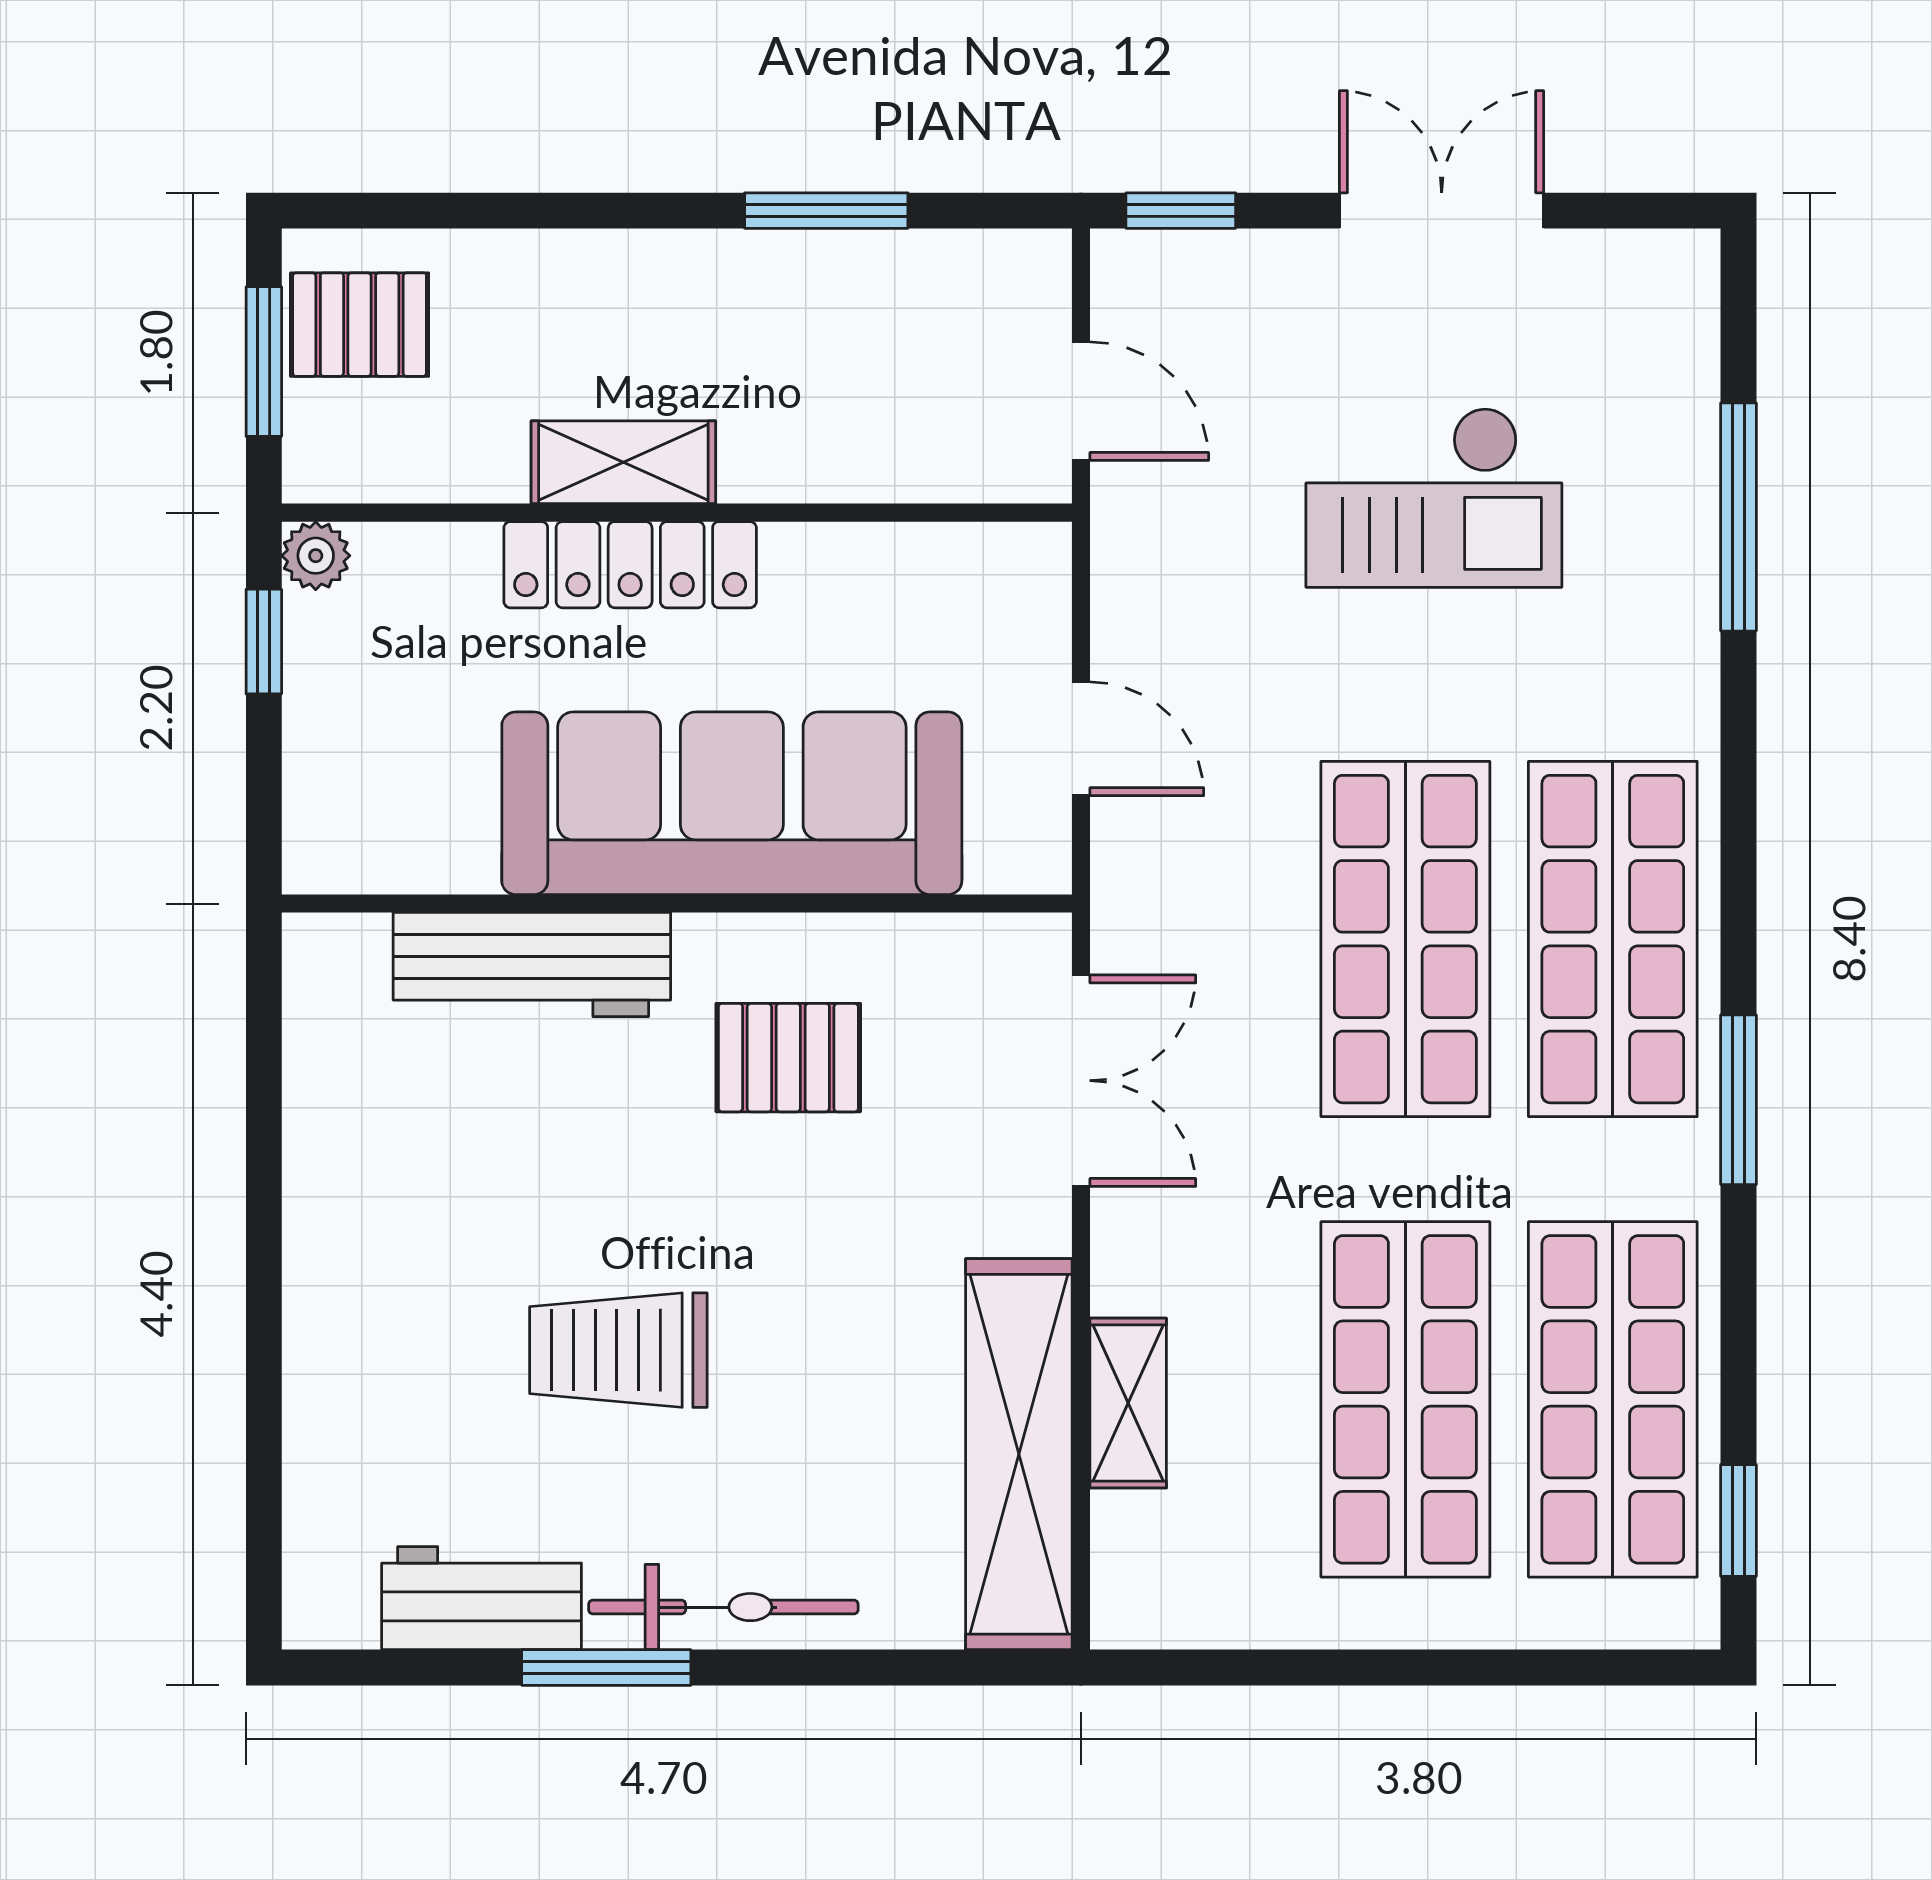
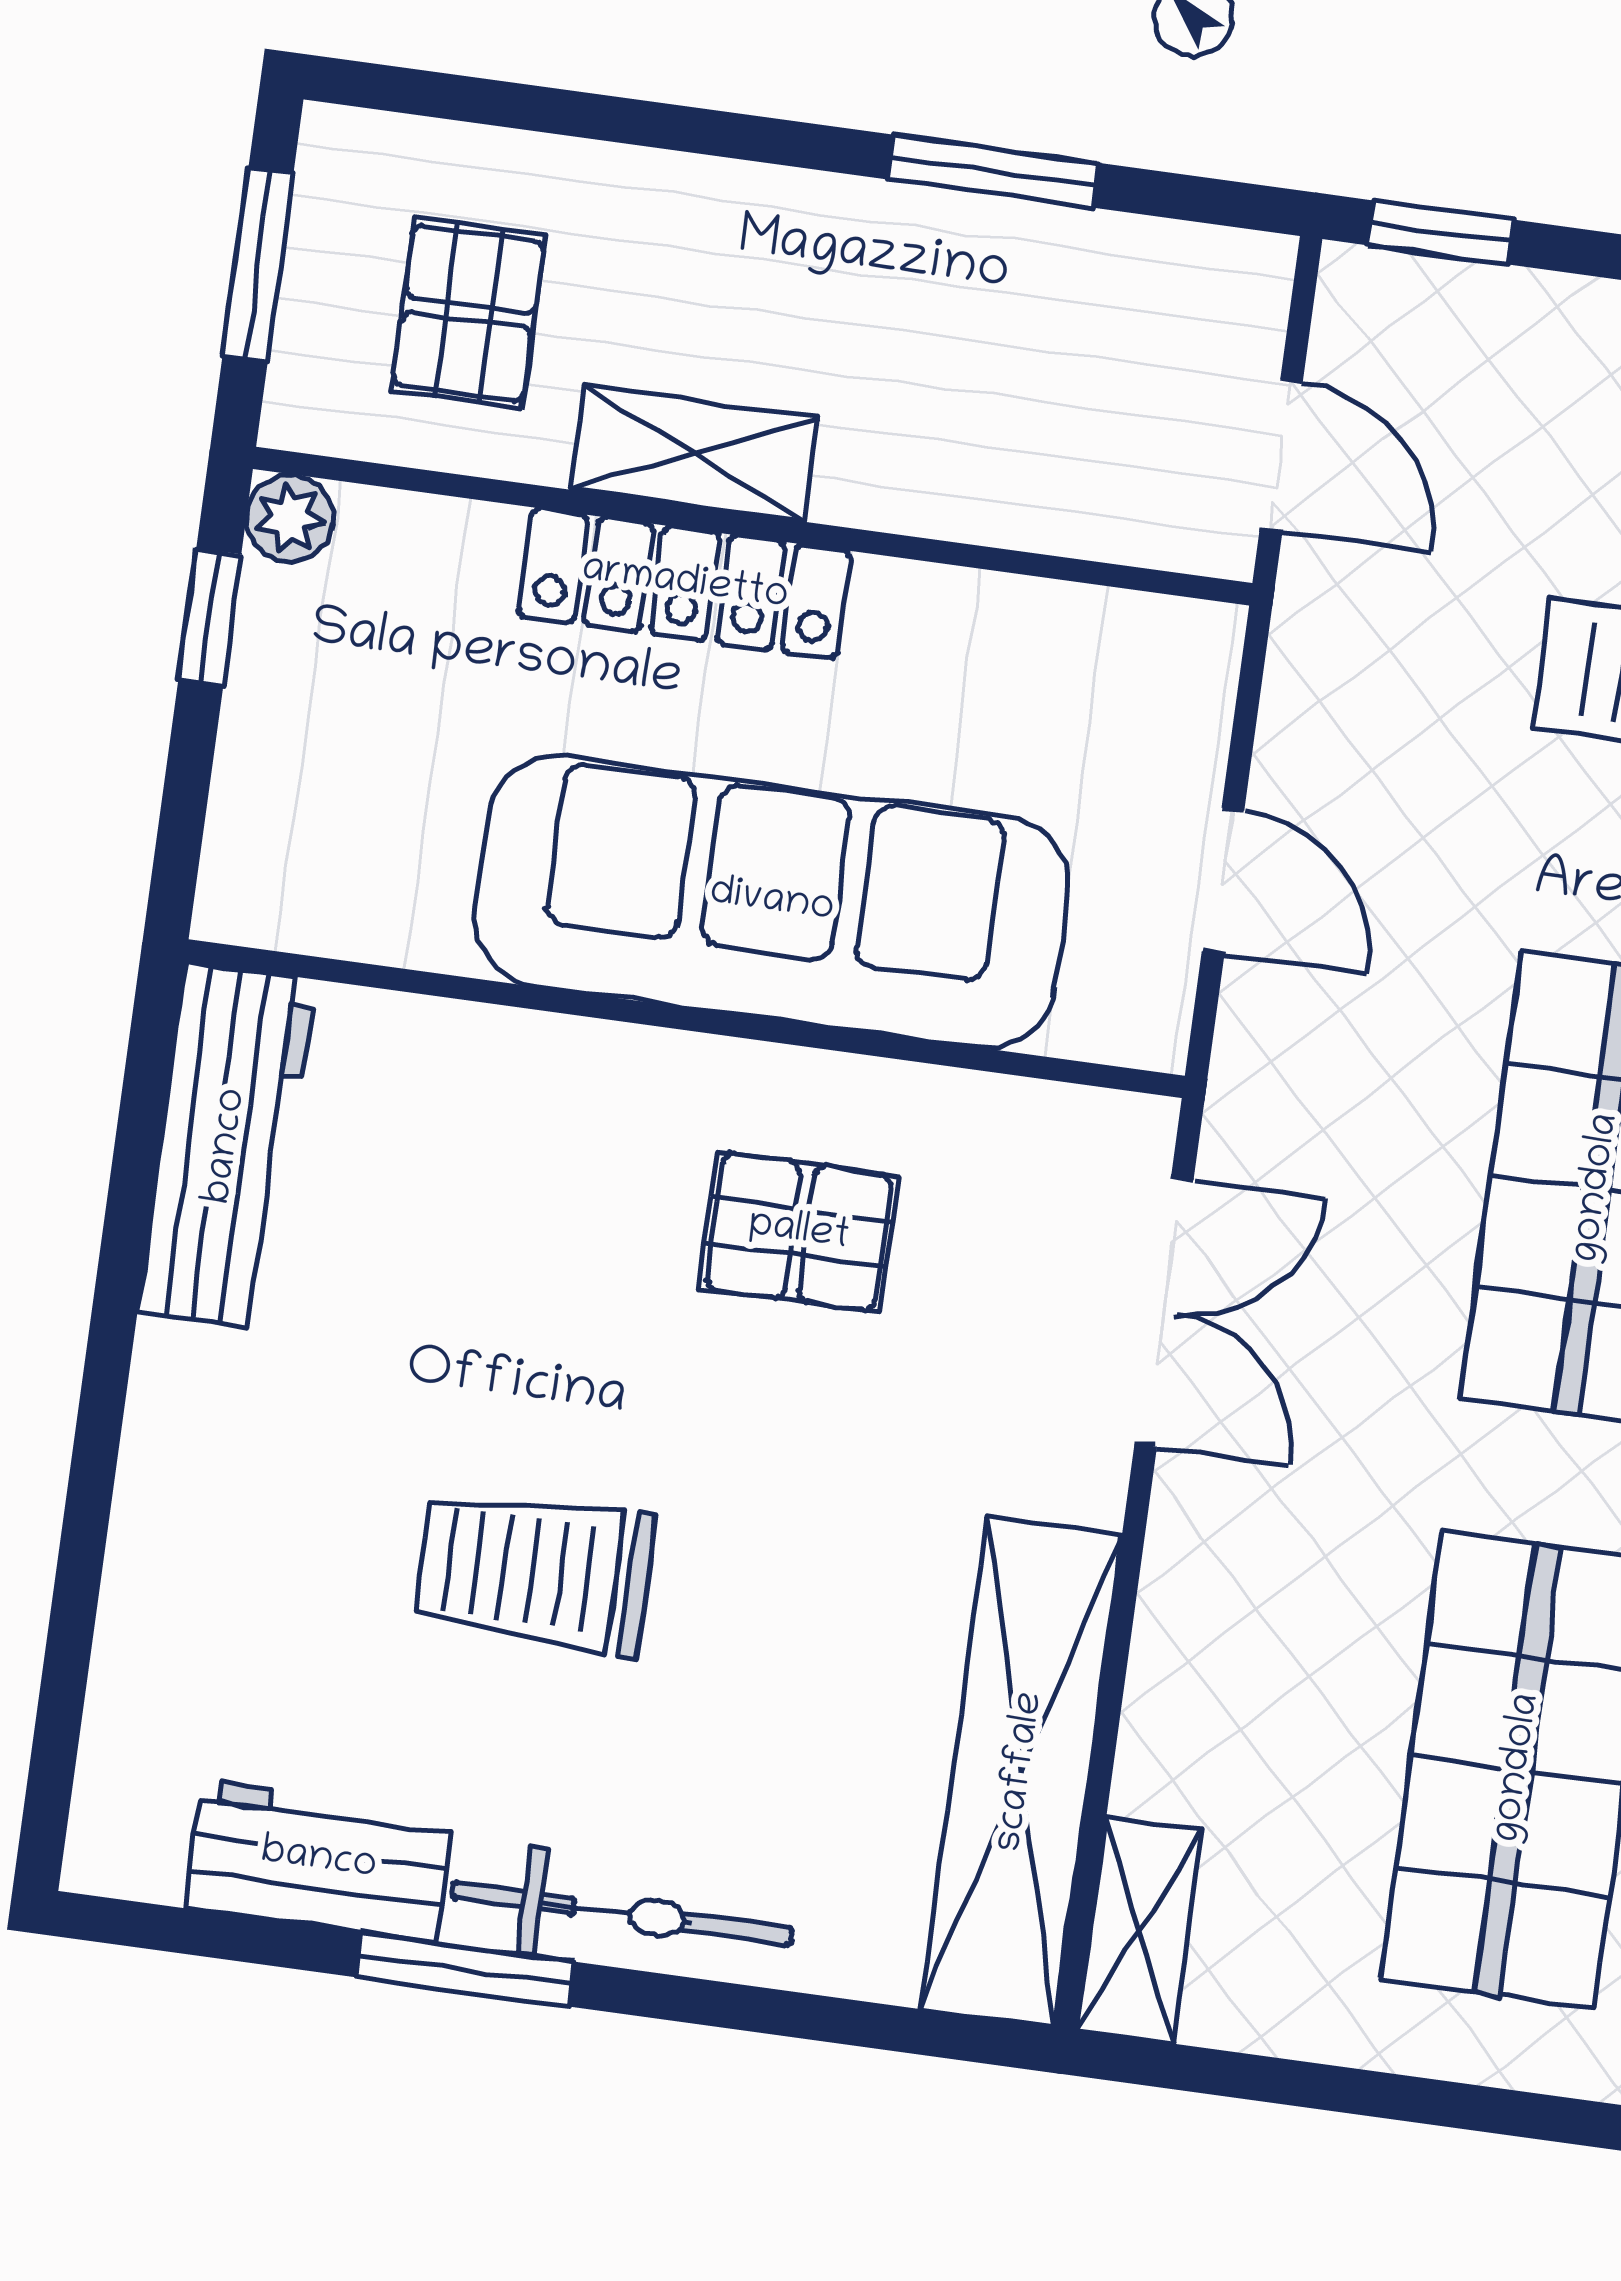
pallet: (360, 325) -> (468, 313), moved, turned 90
workbench: (532, 965) -> (227, 1146), moved, turned -90
shelving: (1128, 1403) -> (1140, 1930), moved

